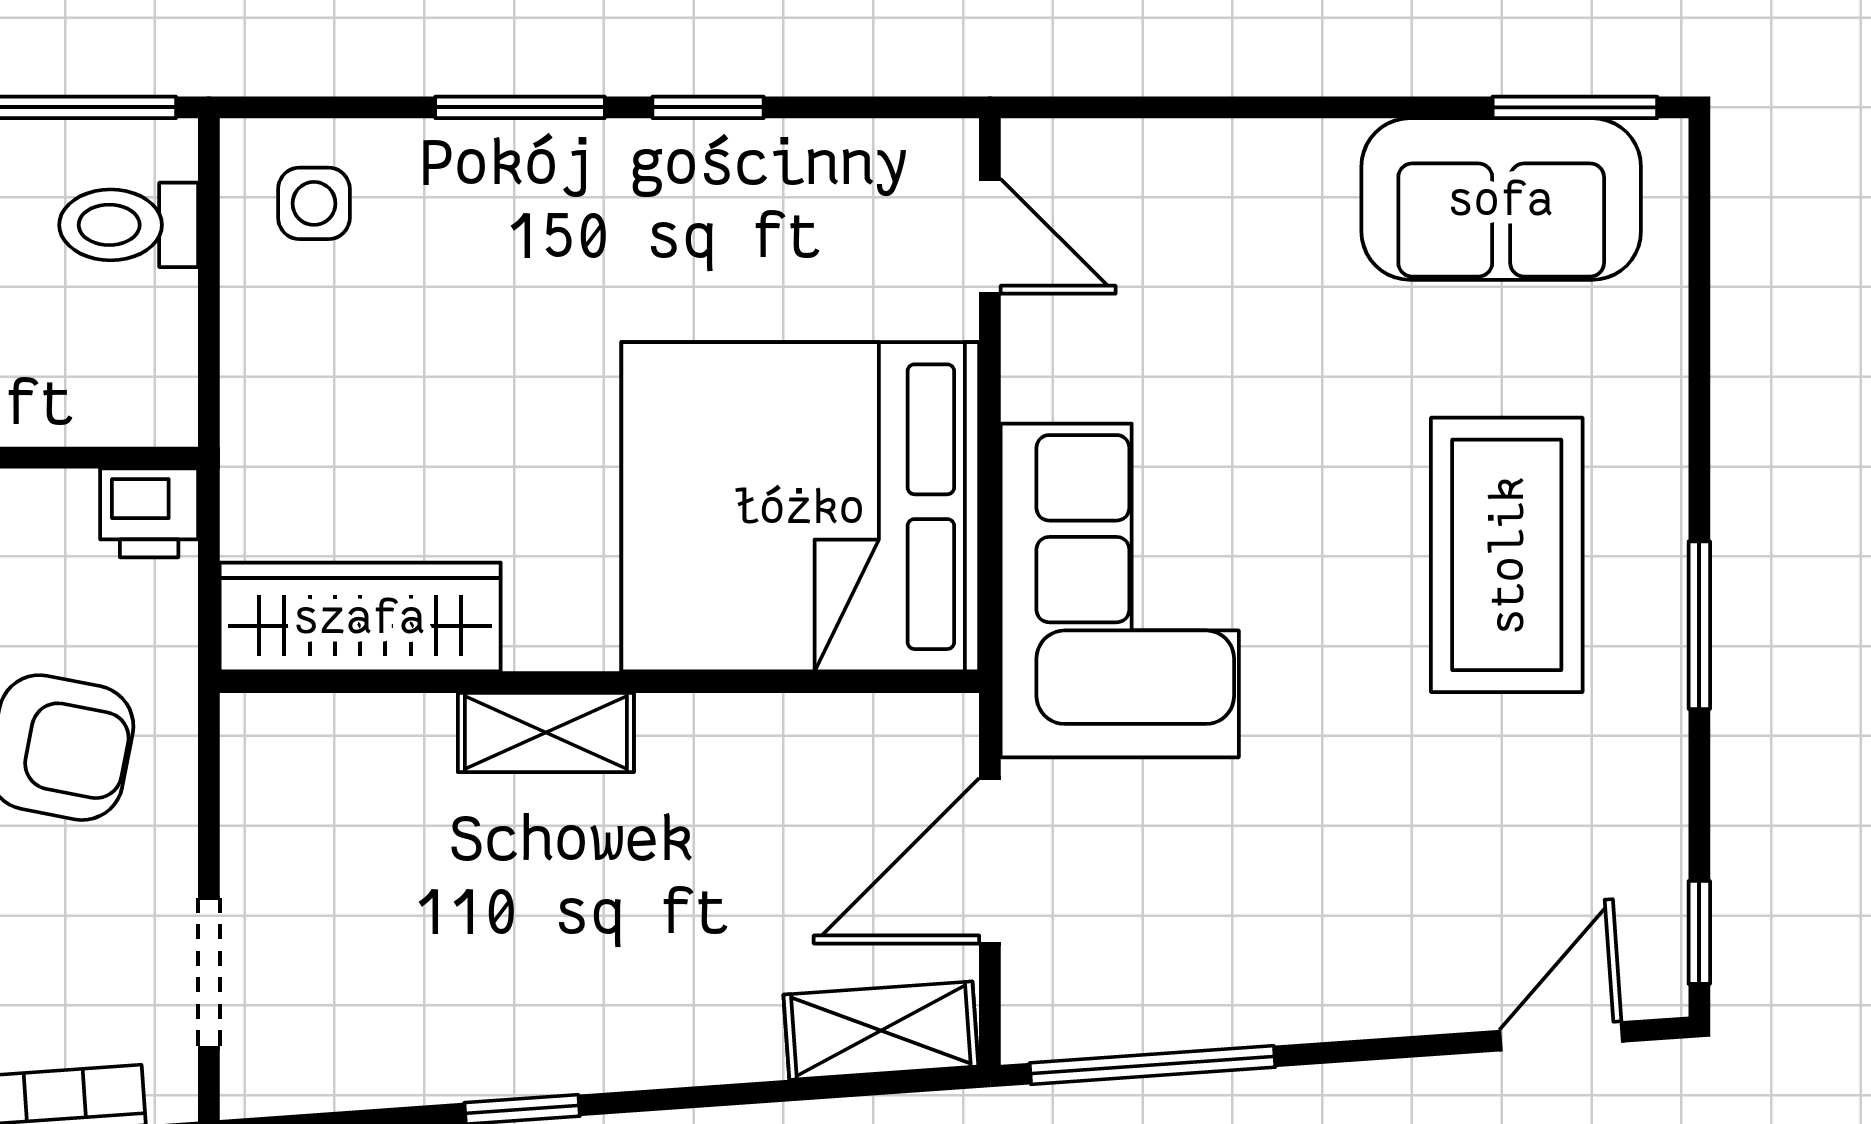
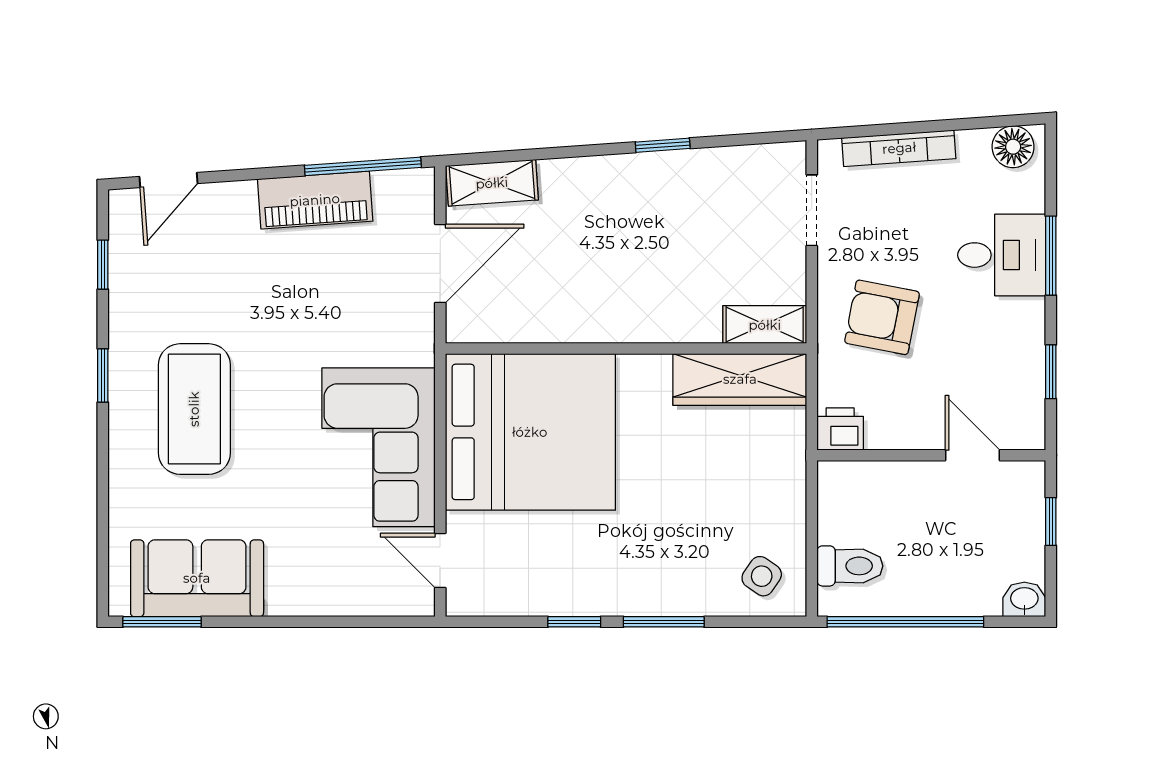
side table: (314, 203) -> (762, 576), turned 34
corner sofa: (1120, 590) -> (378, 447), moved
window: (1699, 625) -> (103, 376), width x0.67
shelving: (546, 732) -> (765, 325), moved
window: (1699, 932) -> (103, 265), moved
piano: (1253, 994) -> (315, 200), added

